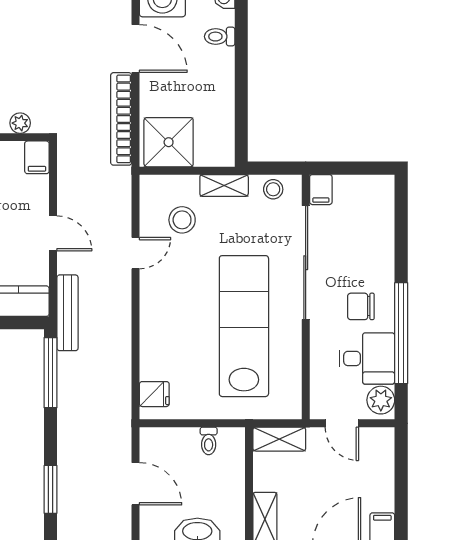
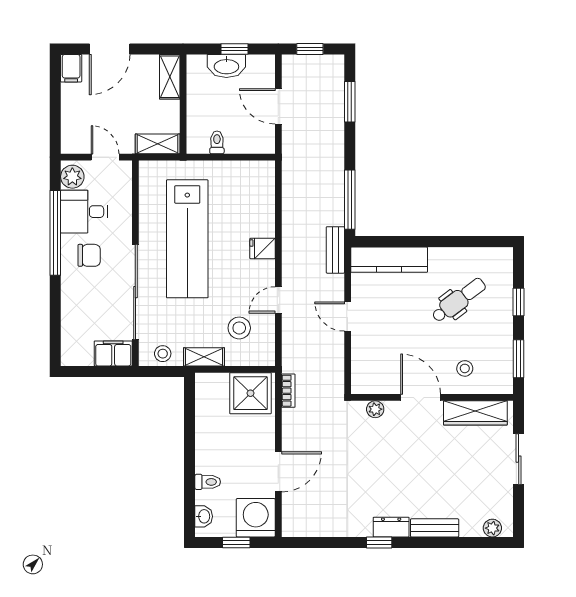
door: (136, 48) -> (278, 472), swing flipped
bookcase: (121, 119) -> (288, 391), width x0.43, depth x0.76
filing cabinet: (37, 157) -> (361, 380), removed
filing cabinet: (321, 190) -> (113, 353), width x2.00
bench: (68, 313) -> (335, 250), width x0.73
fridge: (154, 394) -> (263, 248), moved

